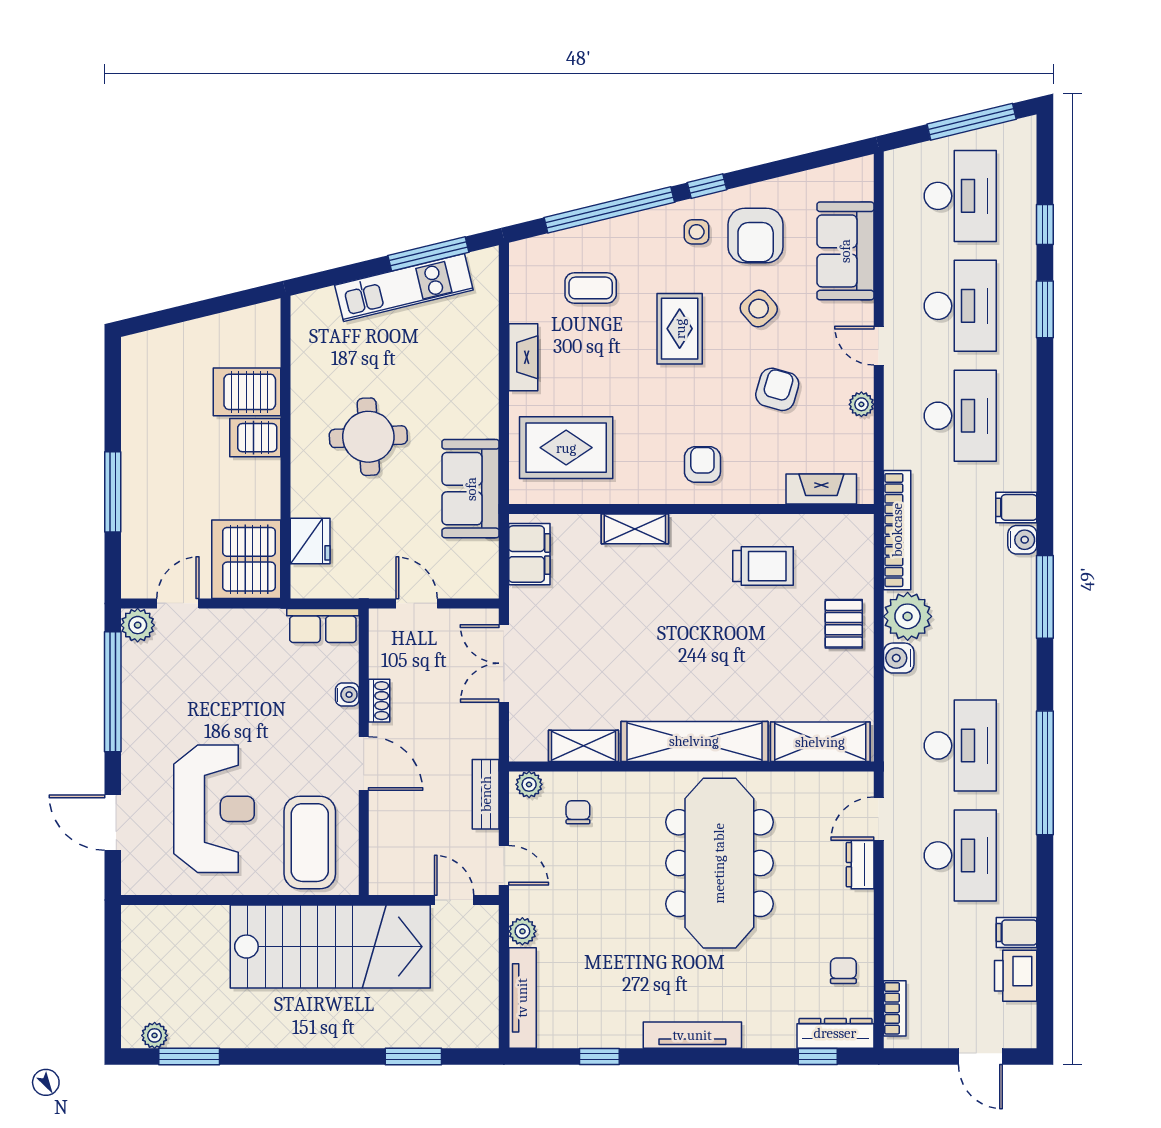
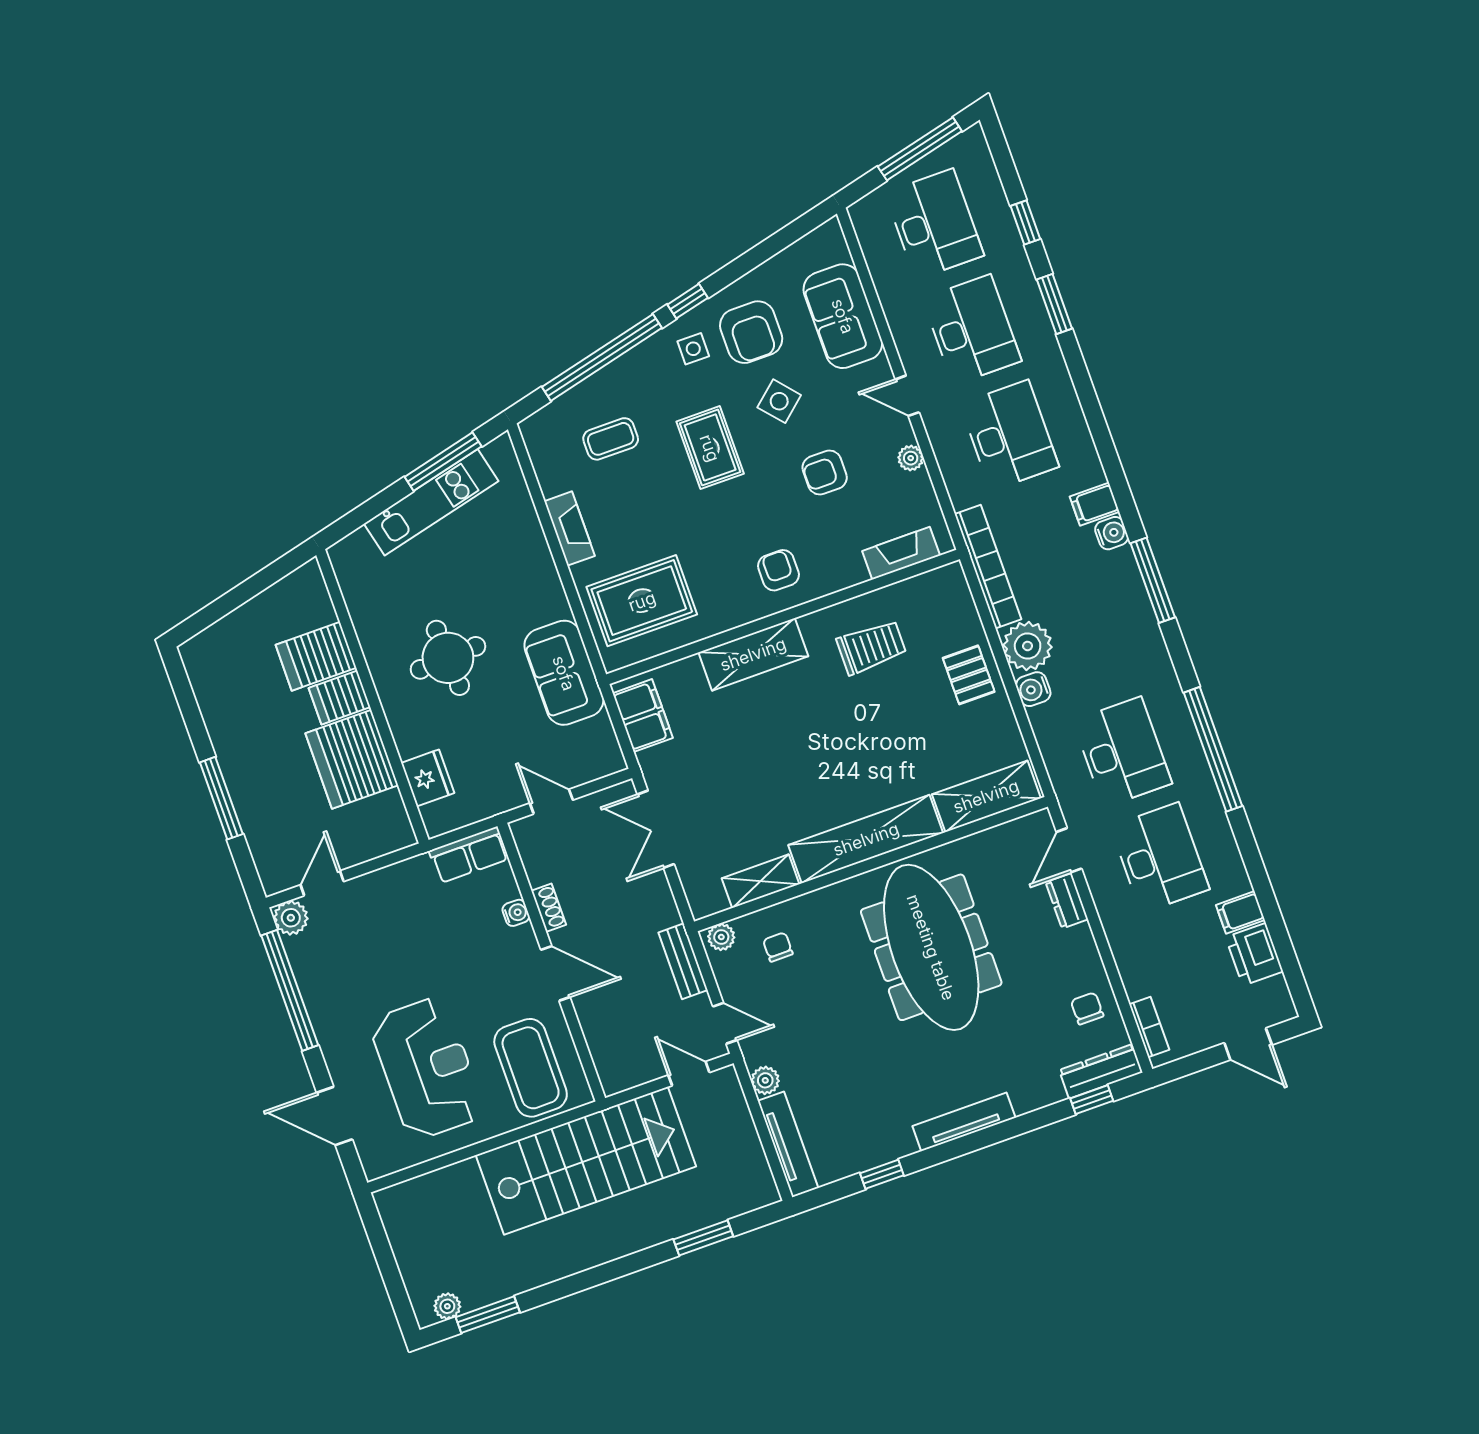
armchair: (777, 389) -> (825, 473), turned -106
shelving: (635, 529) -> (753, 654), width x1.50, depth x1.33
server rack: (246, 559) -> (352, 759), moved

